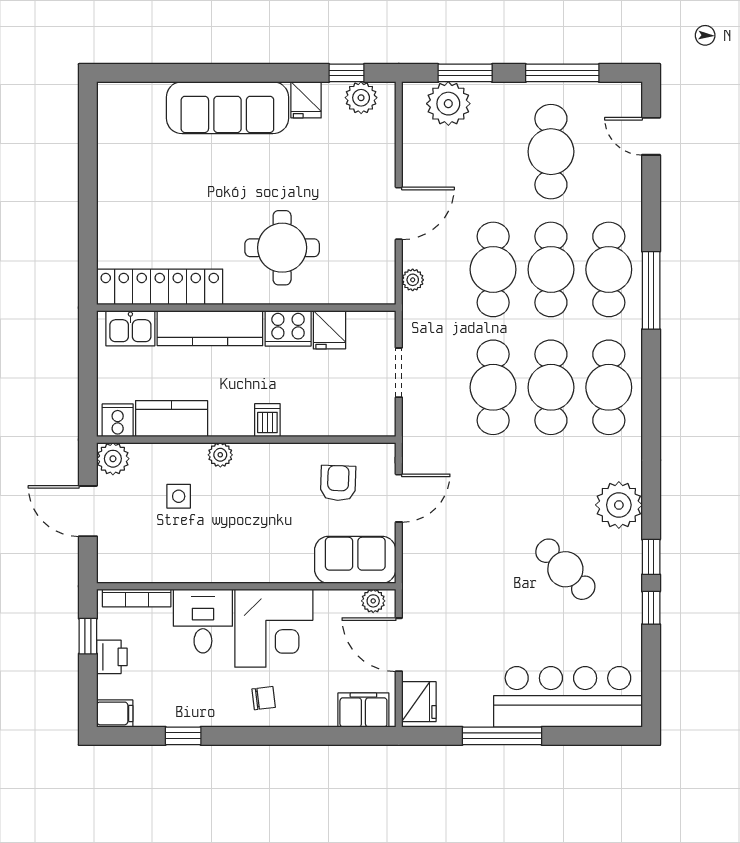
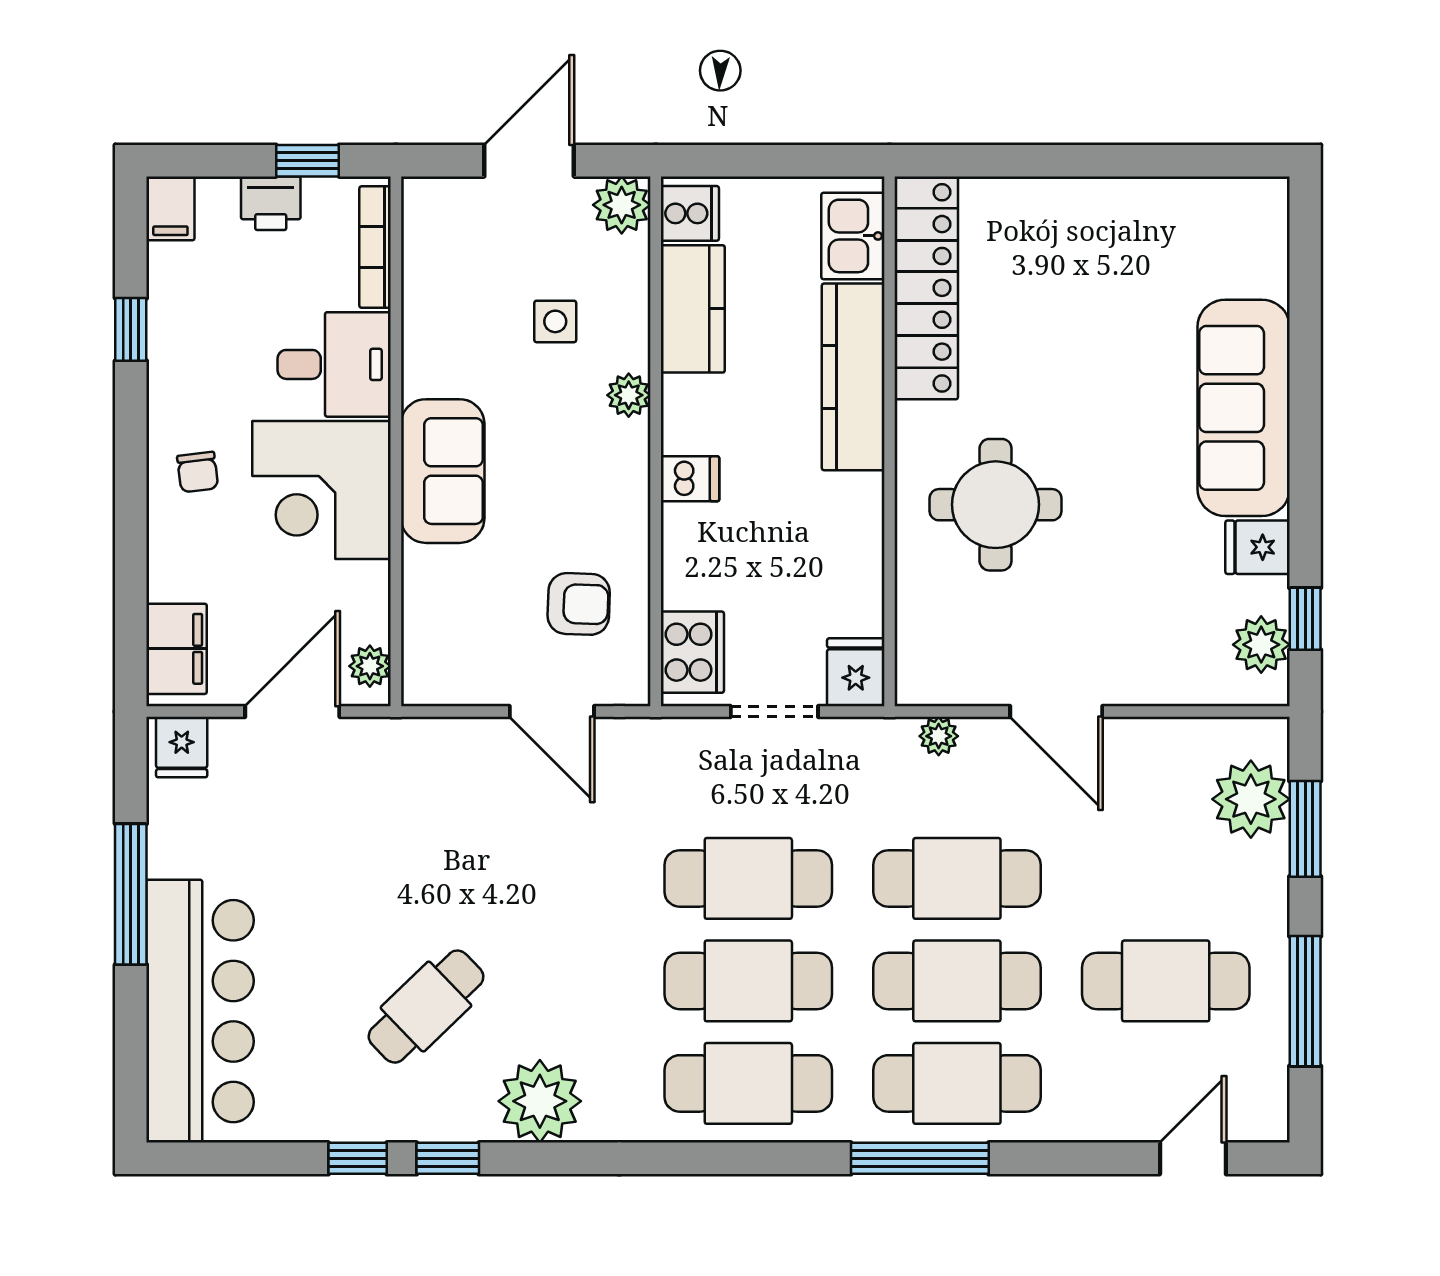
cooker: (288, 328) -> (692, 652), moved, turned 180
fridge: (329, 330) -> (856, 672), moved, turned 90
sofa: (355, 560) -> (443, 471), moved
fridge: (419, 702) -> (182, 747), width x0.72

